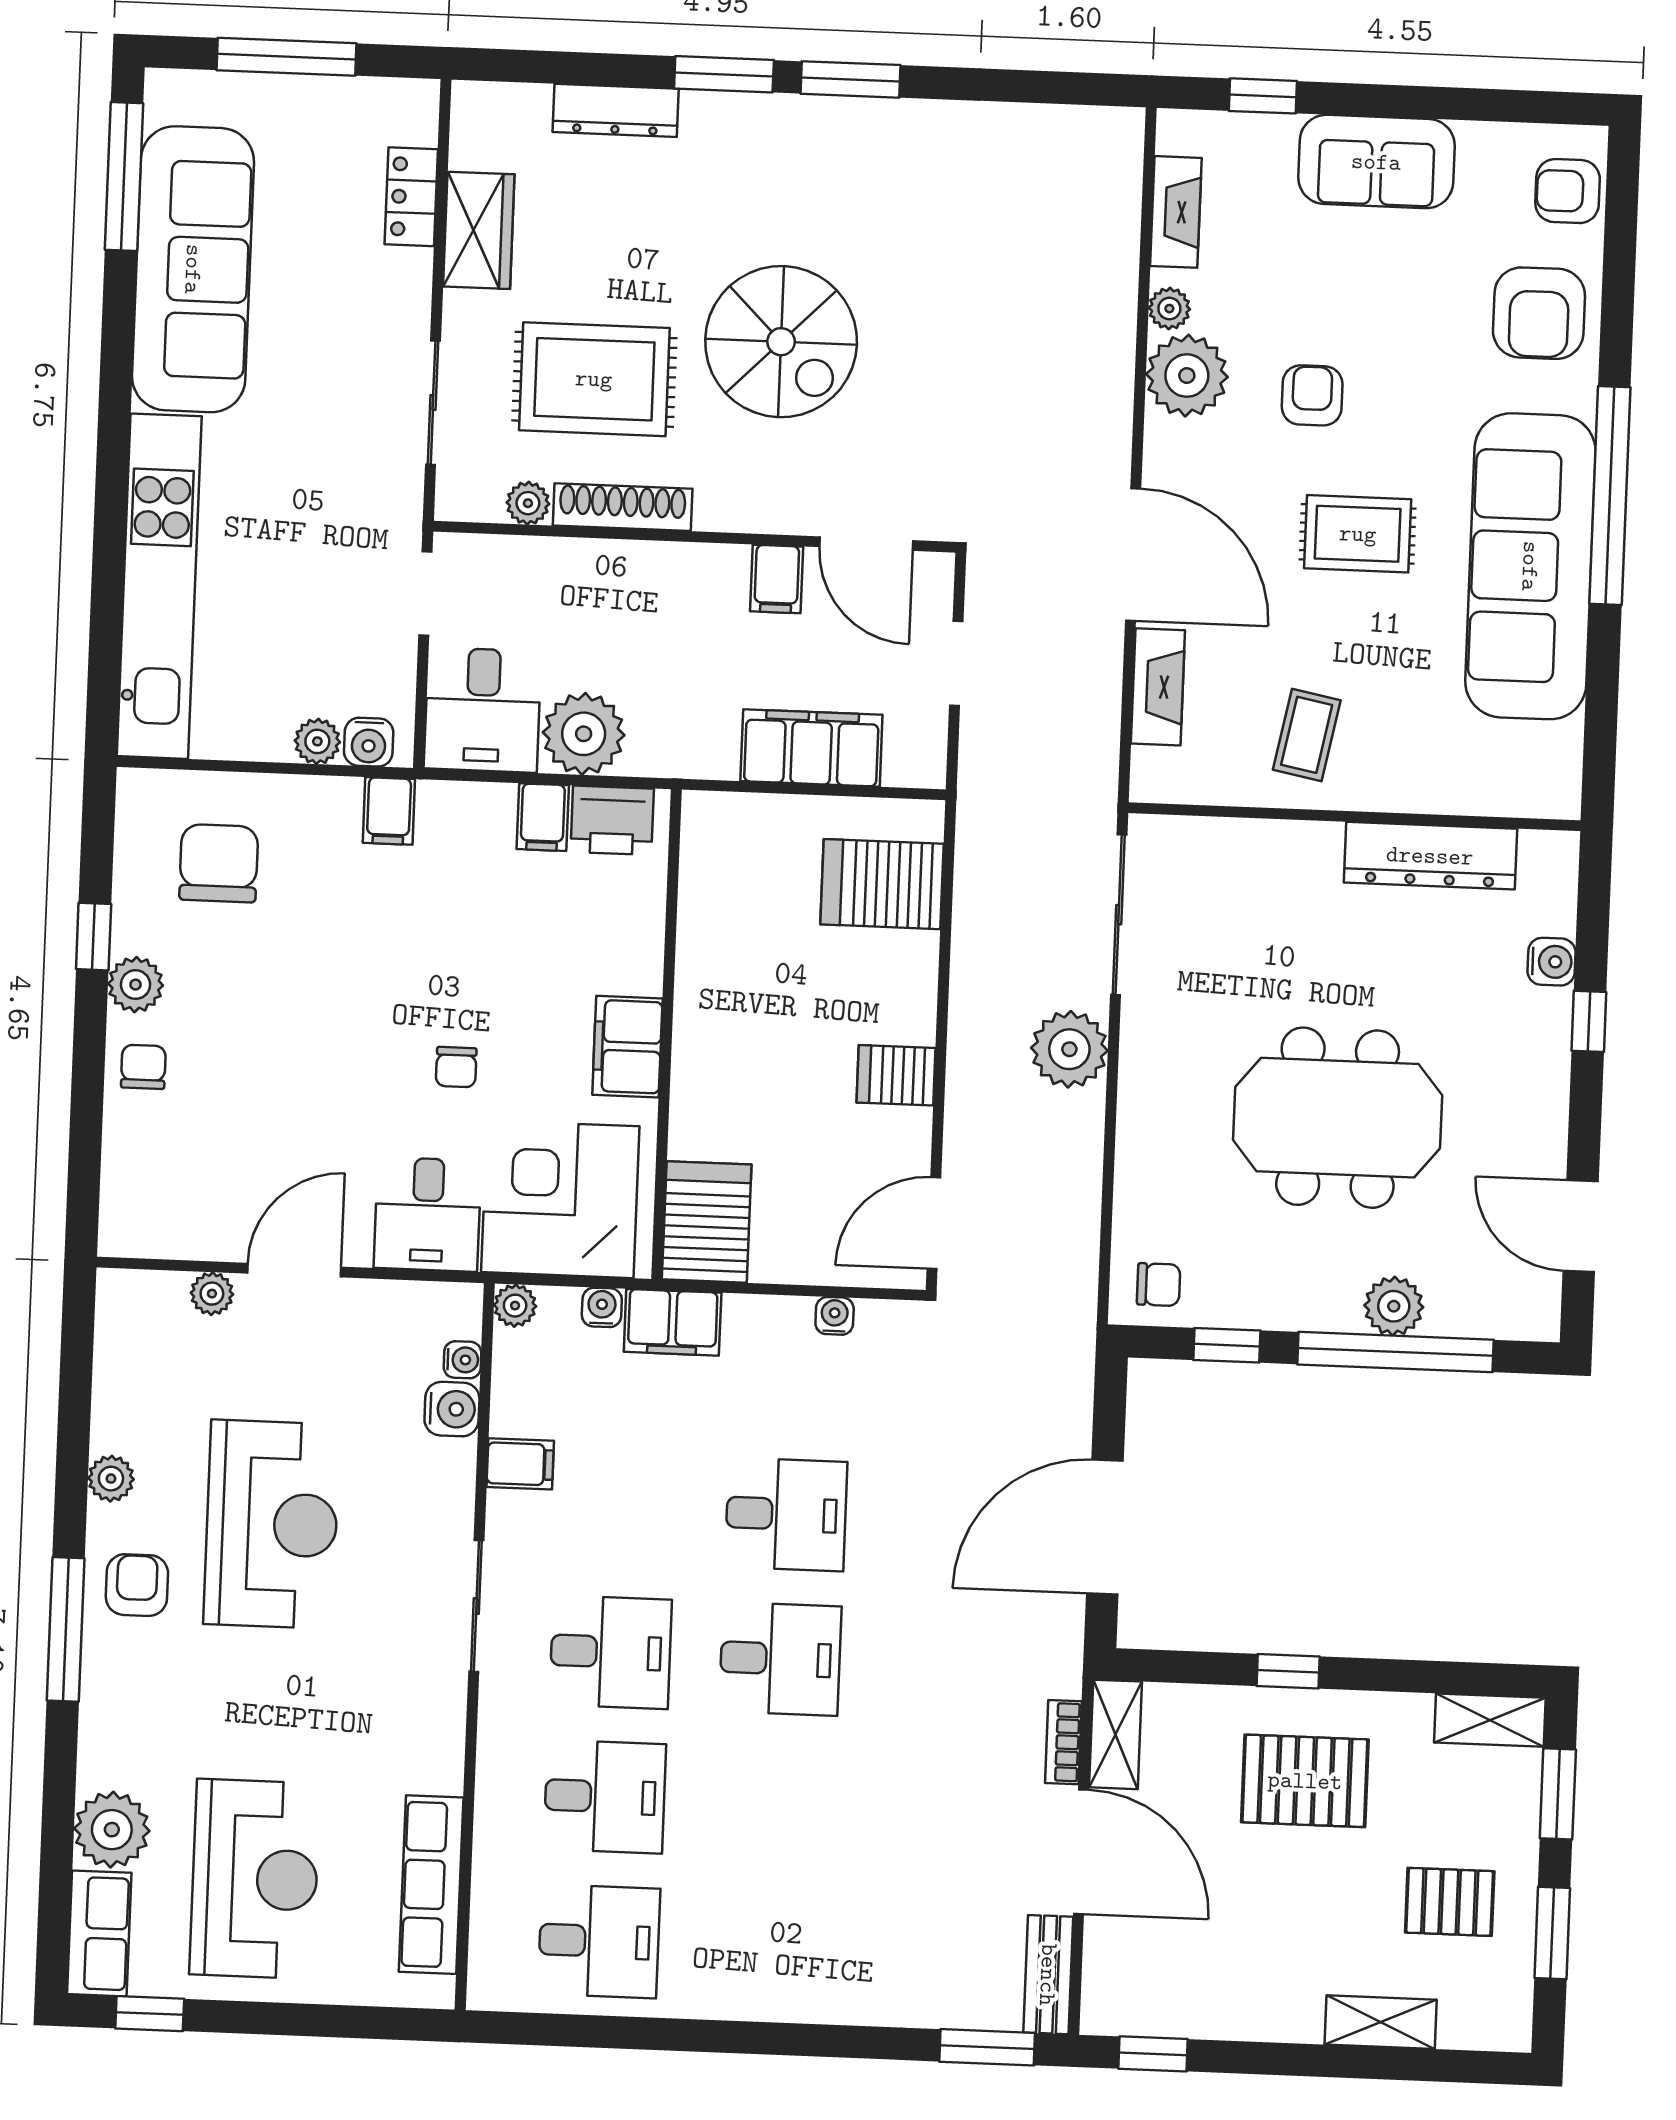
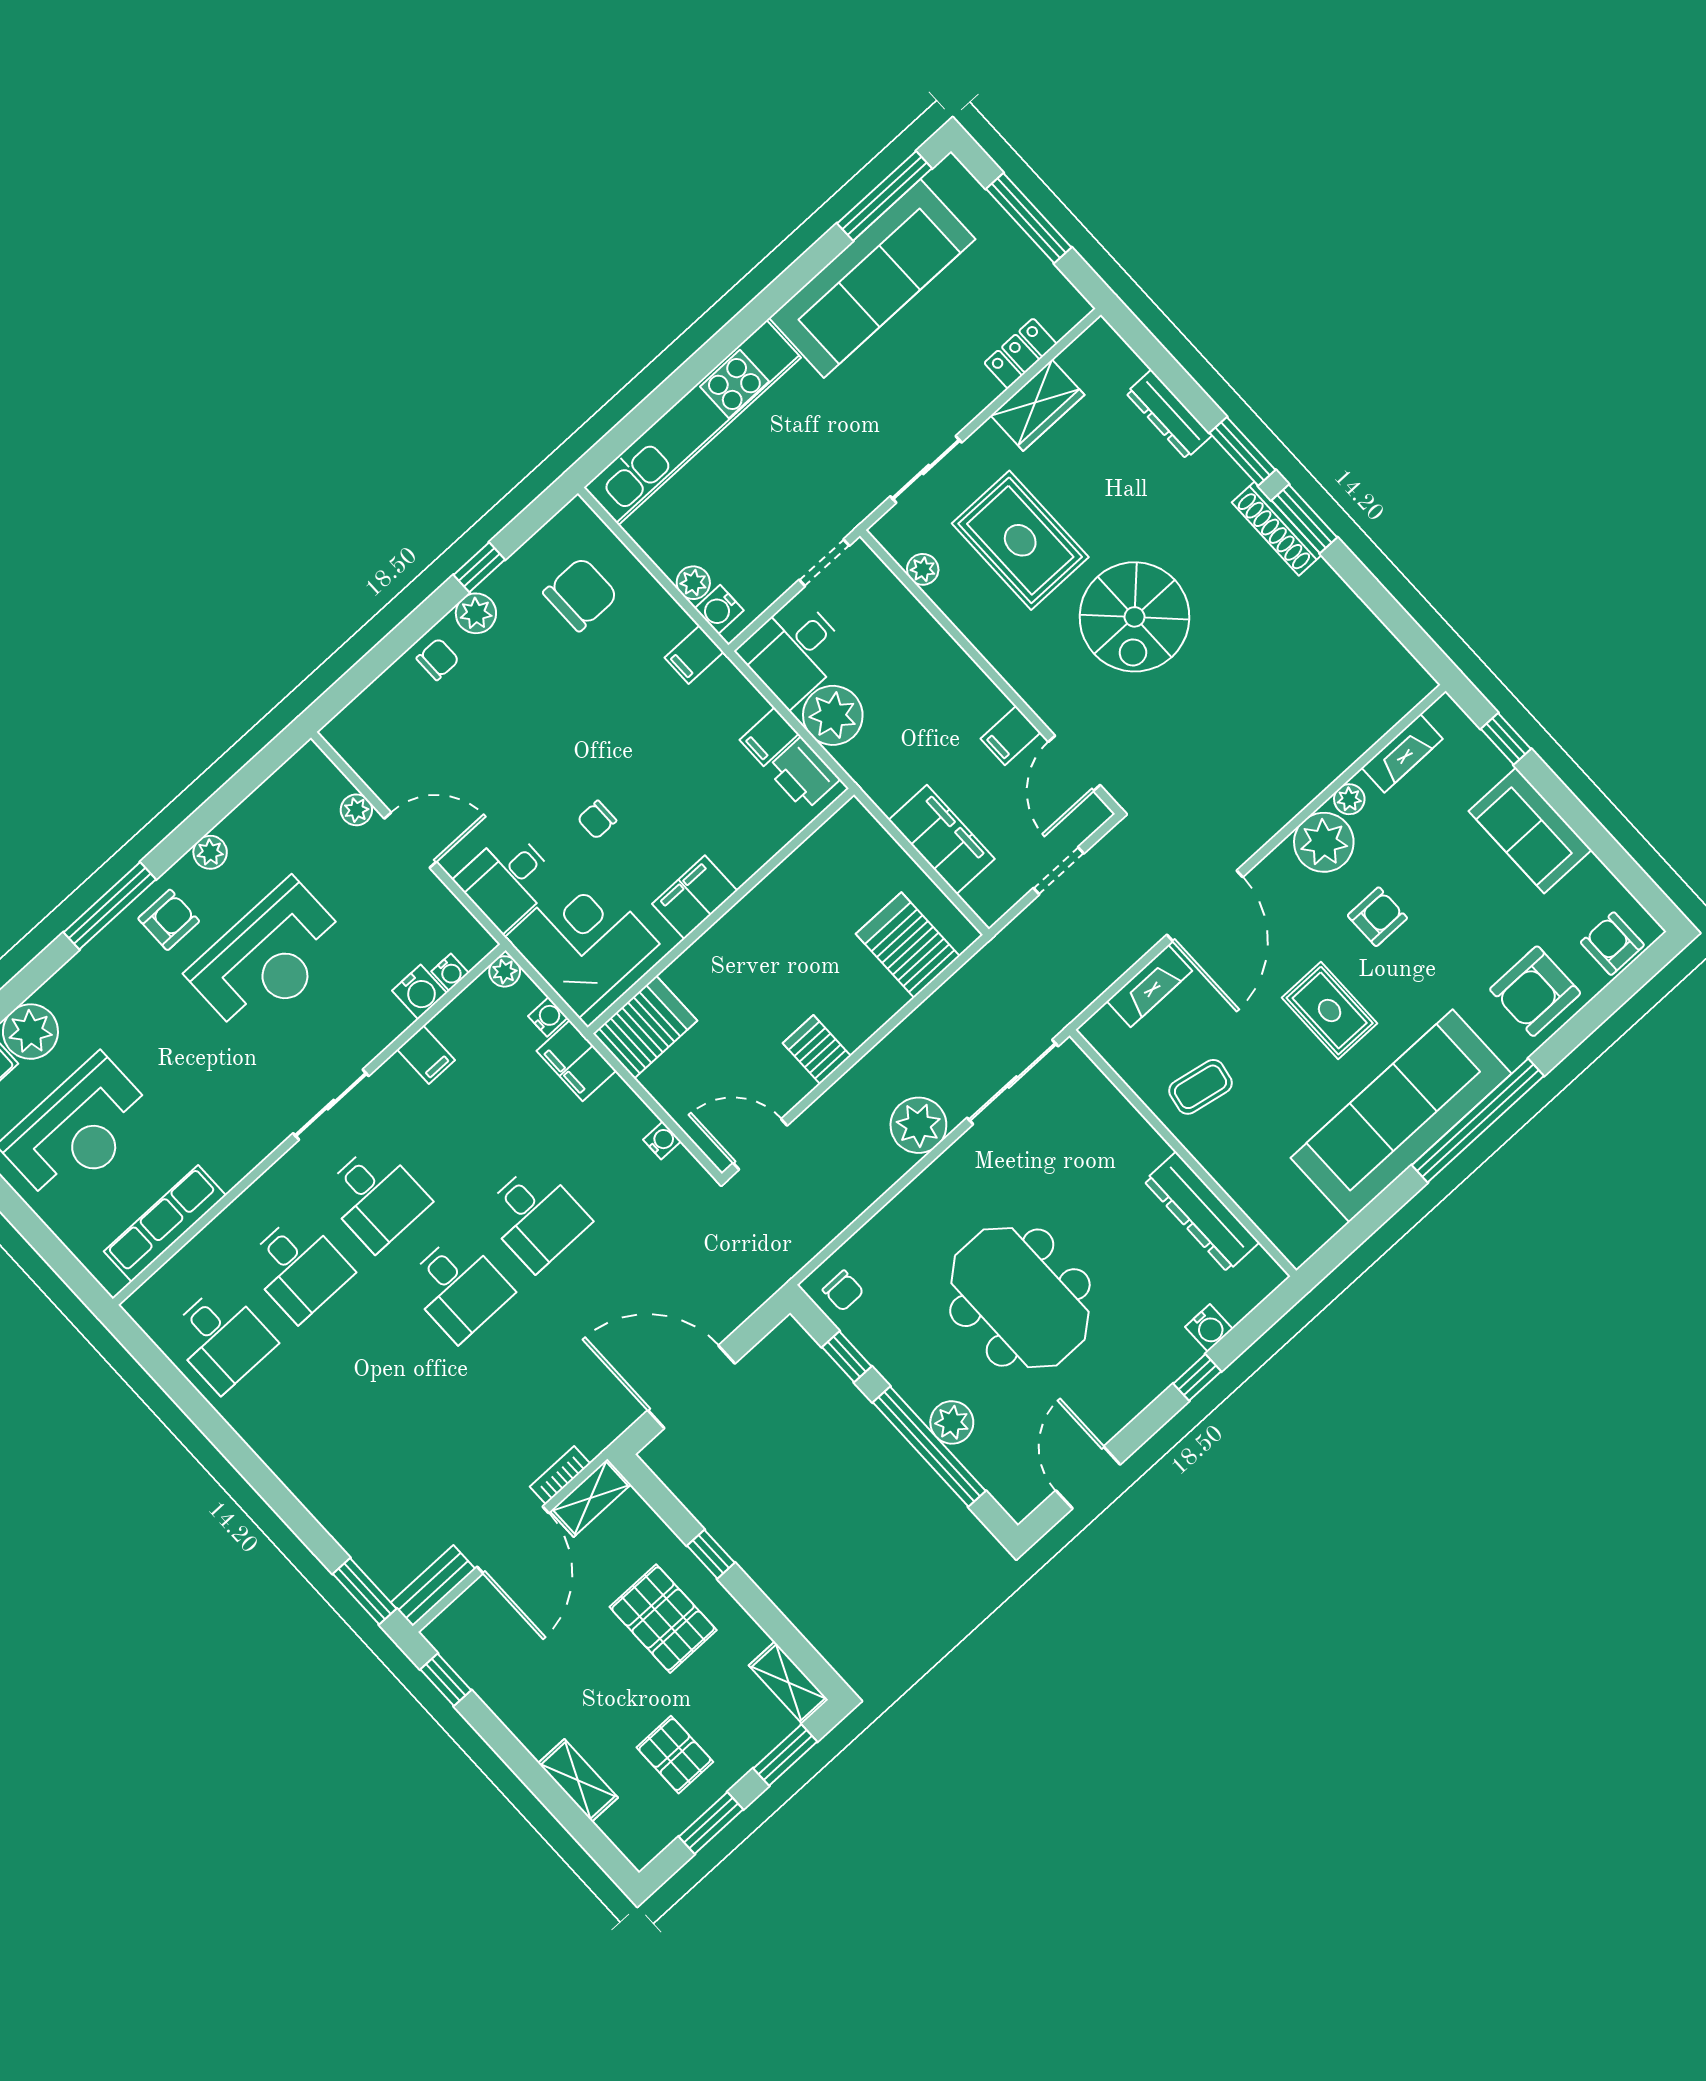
shoe rack: (623, 507) -> (1277, 529), moved, turned 180

